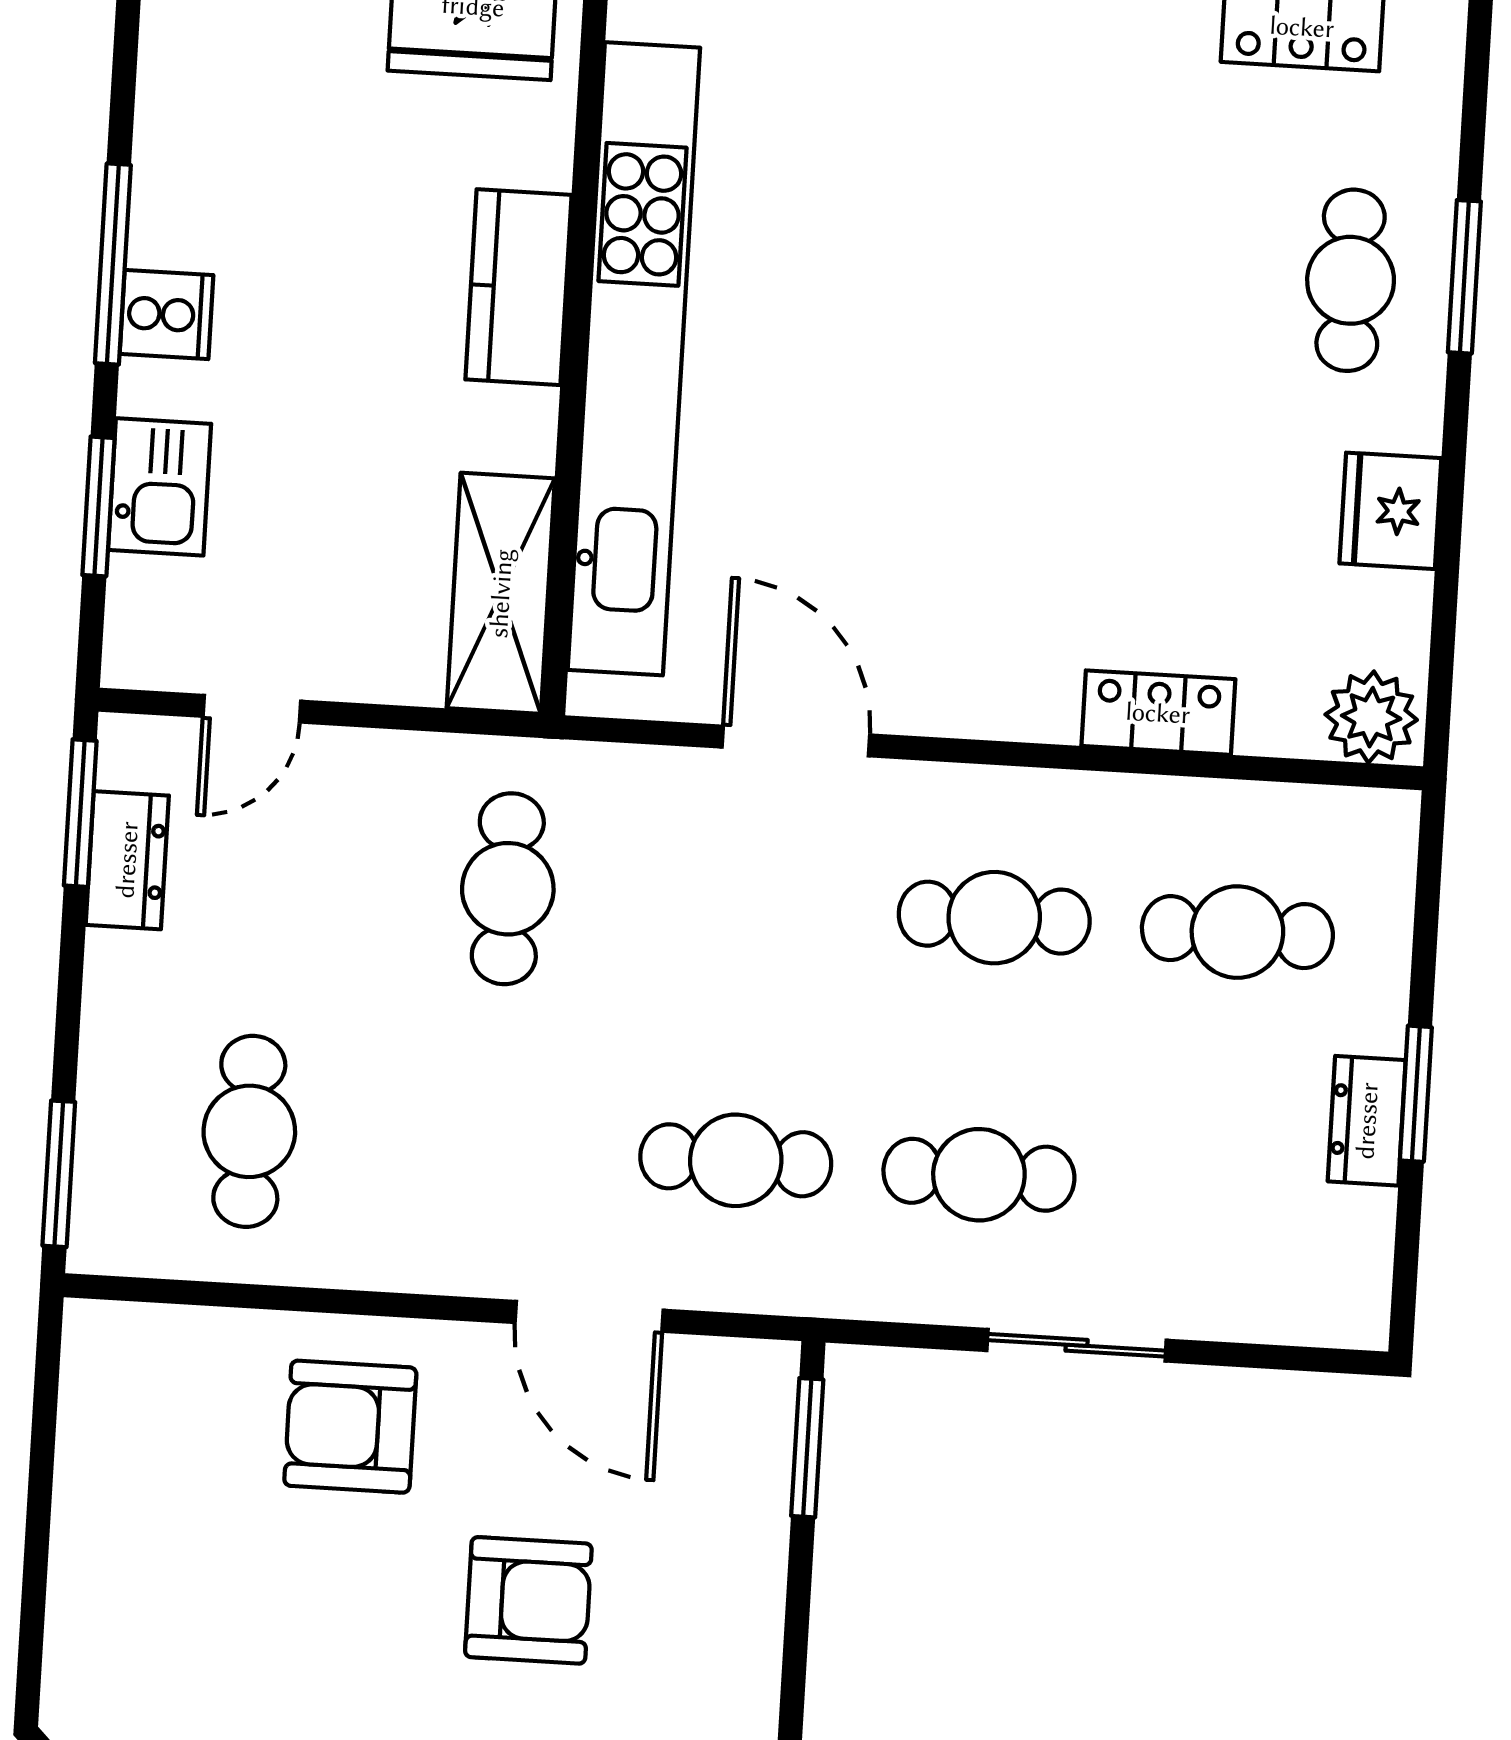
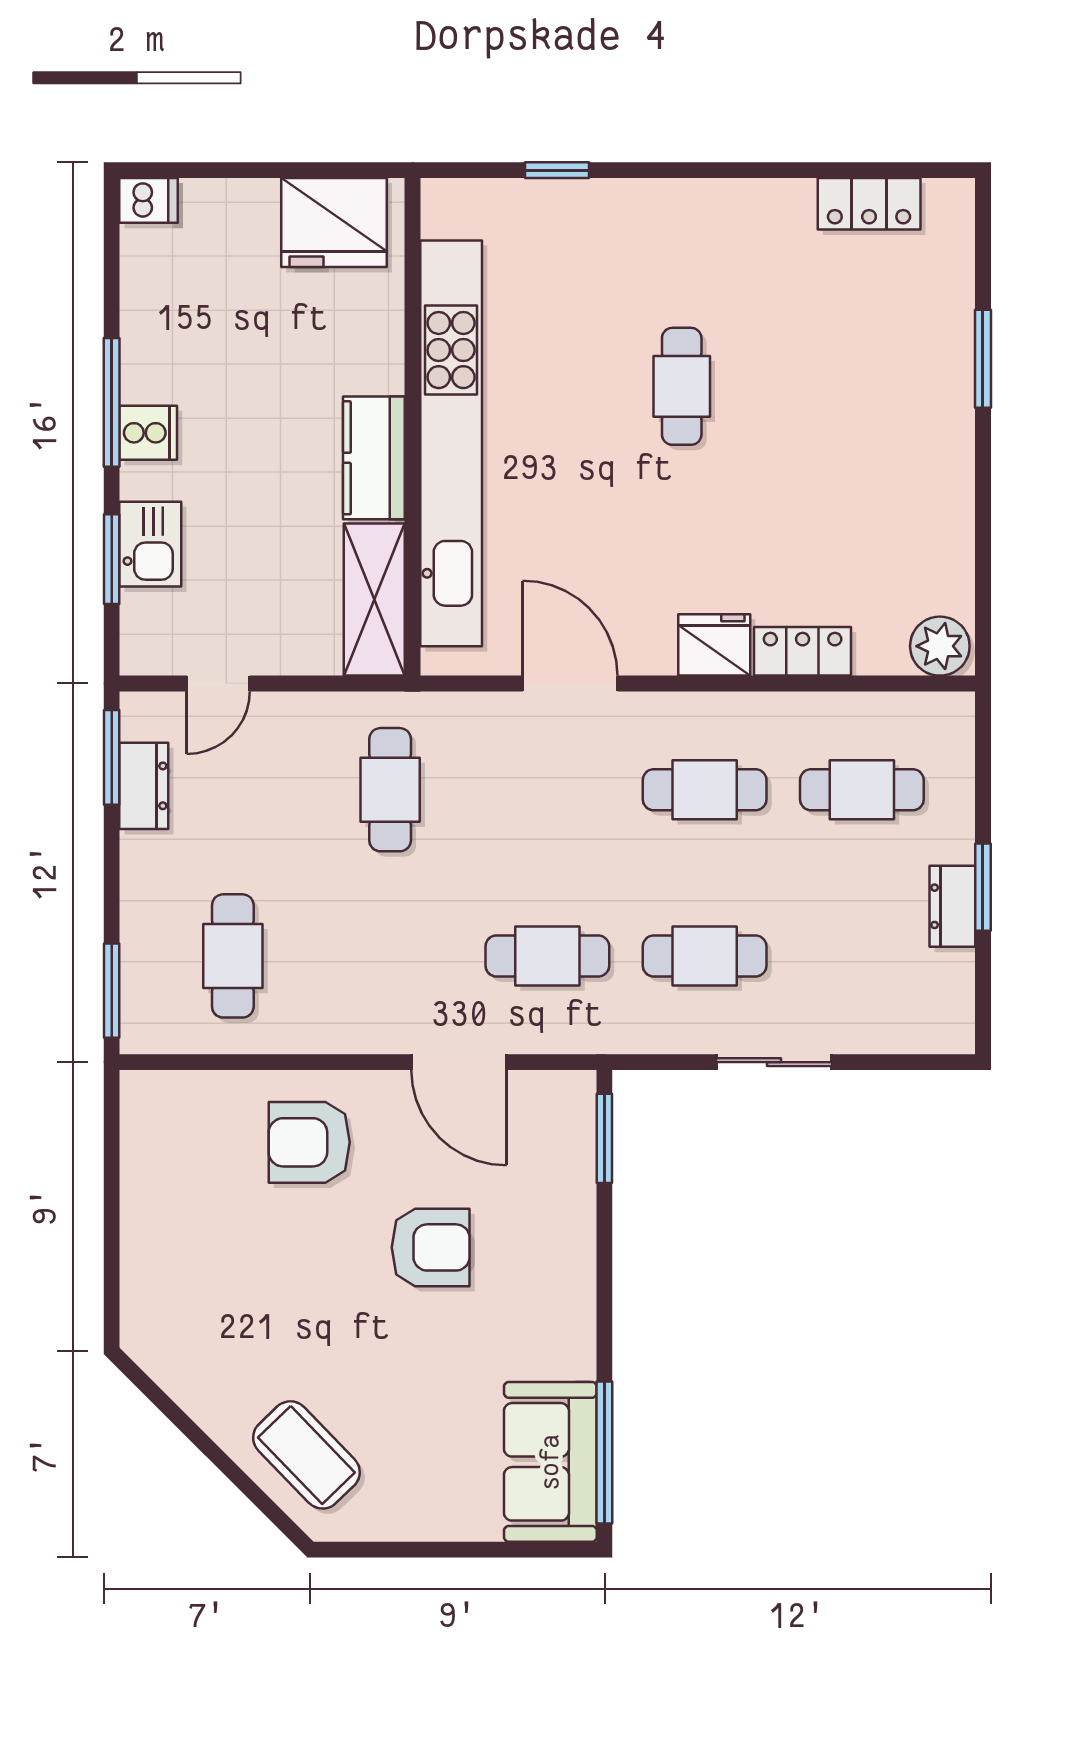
cafe table: (1351, 280) -> (682, 386), moved
kitchen counter: (519, 287) -> (374, 458), moved
fridge: (1390, 511) -> (714, 645), moved, turned 90

